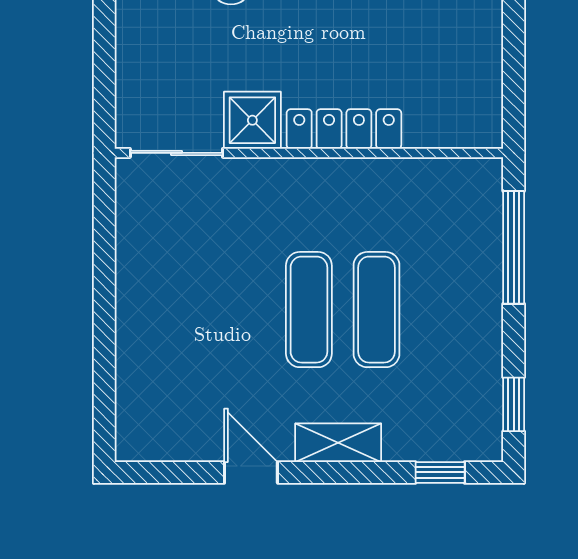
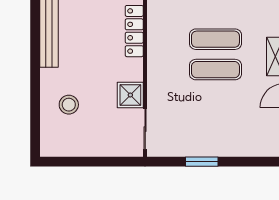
locker: (344, 129) -> (134, 31), moved
window: (104, 279) -> (202, 162), added

